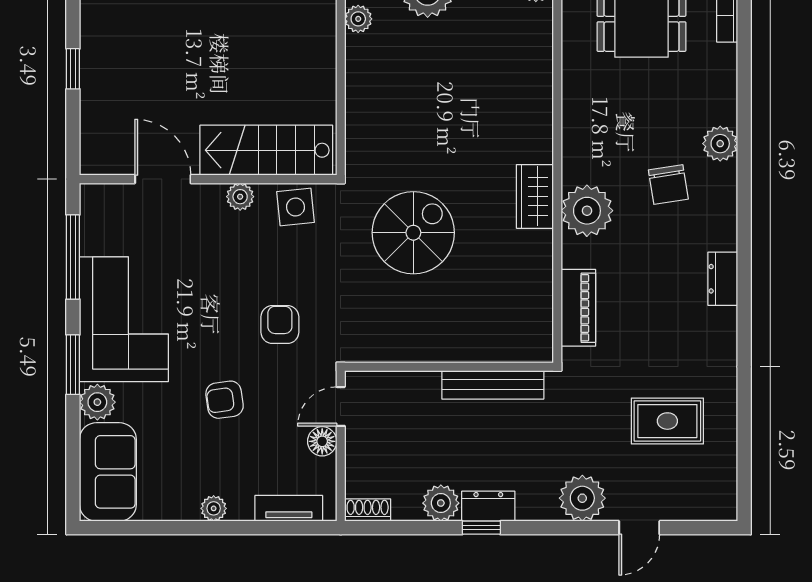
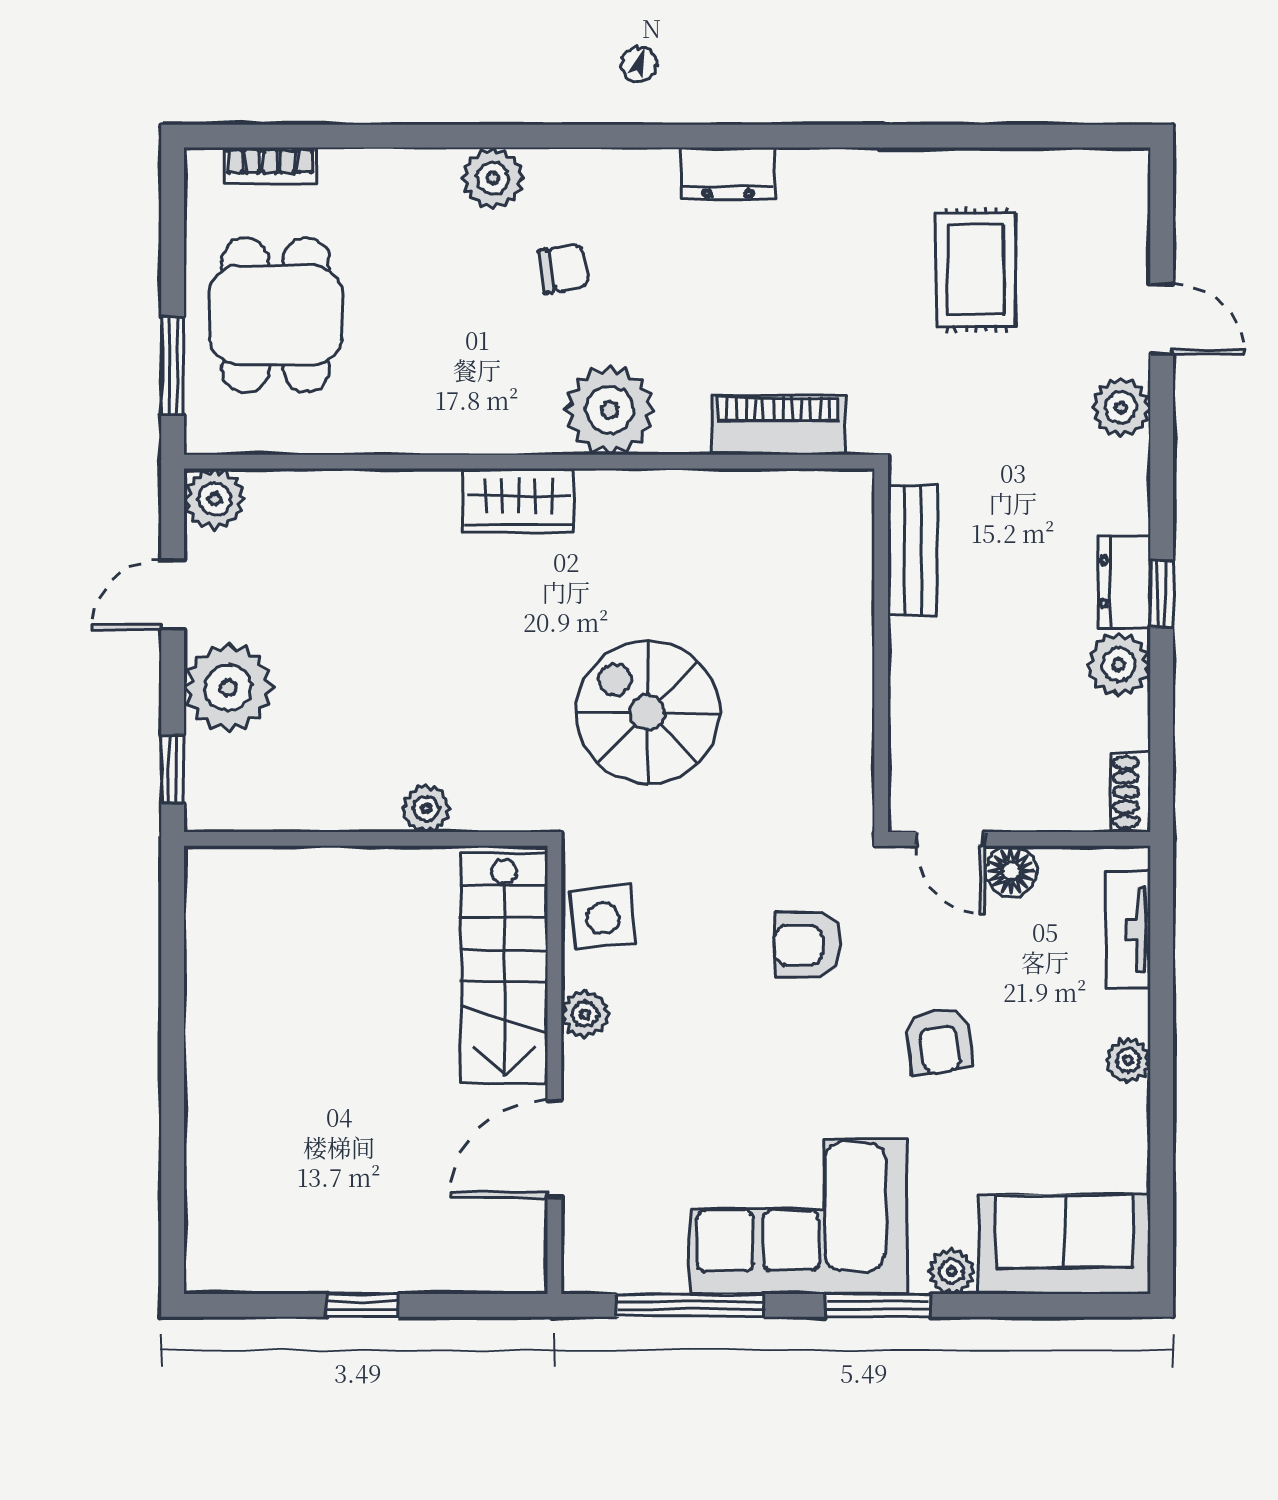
plant: (358, 19) -> (426, 808), moved
chair: (668, 184) -> (564, 268), width x0.73, depth x0.73
wardrobe: (535, 196) -> (519, 501), moved
bench: (493, 385) -> (913, 550), width x0.73
plant: (97, 402) -> (951, 1271), width x0.73, depth x0.73
plant: (582, 498) -> (1121, 407), width x0.73, depth x0.73

